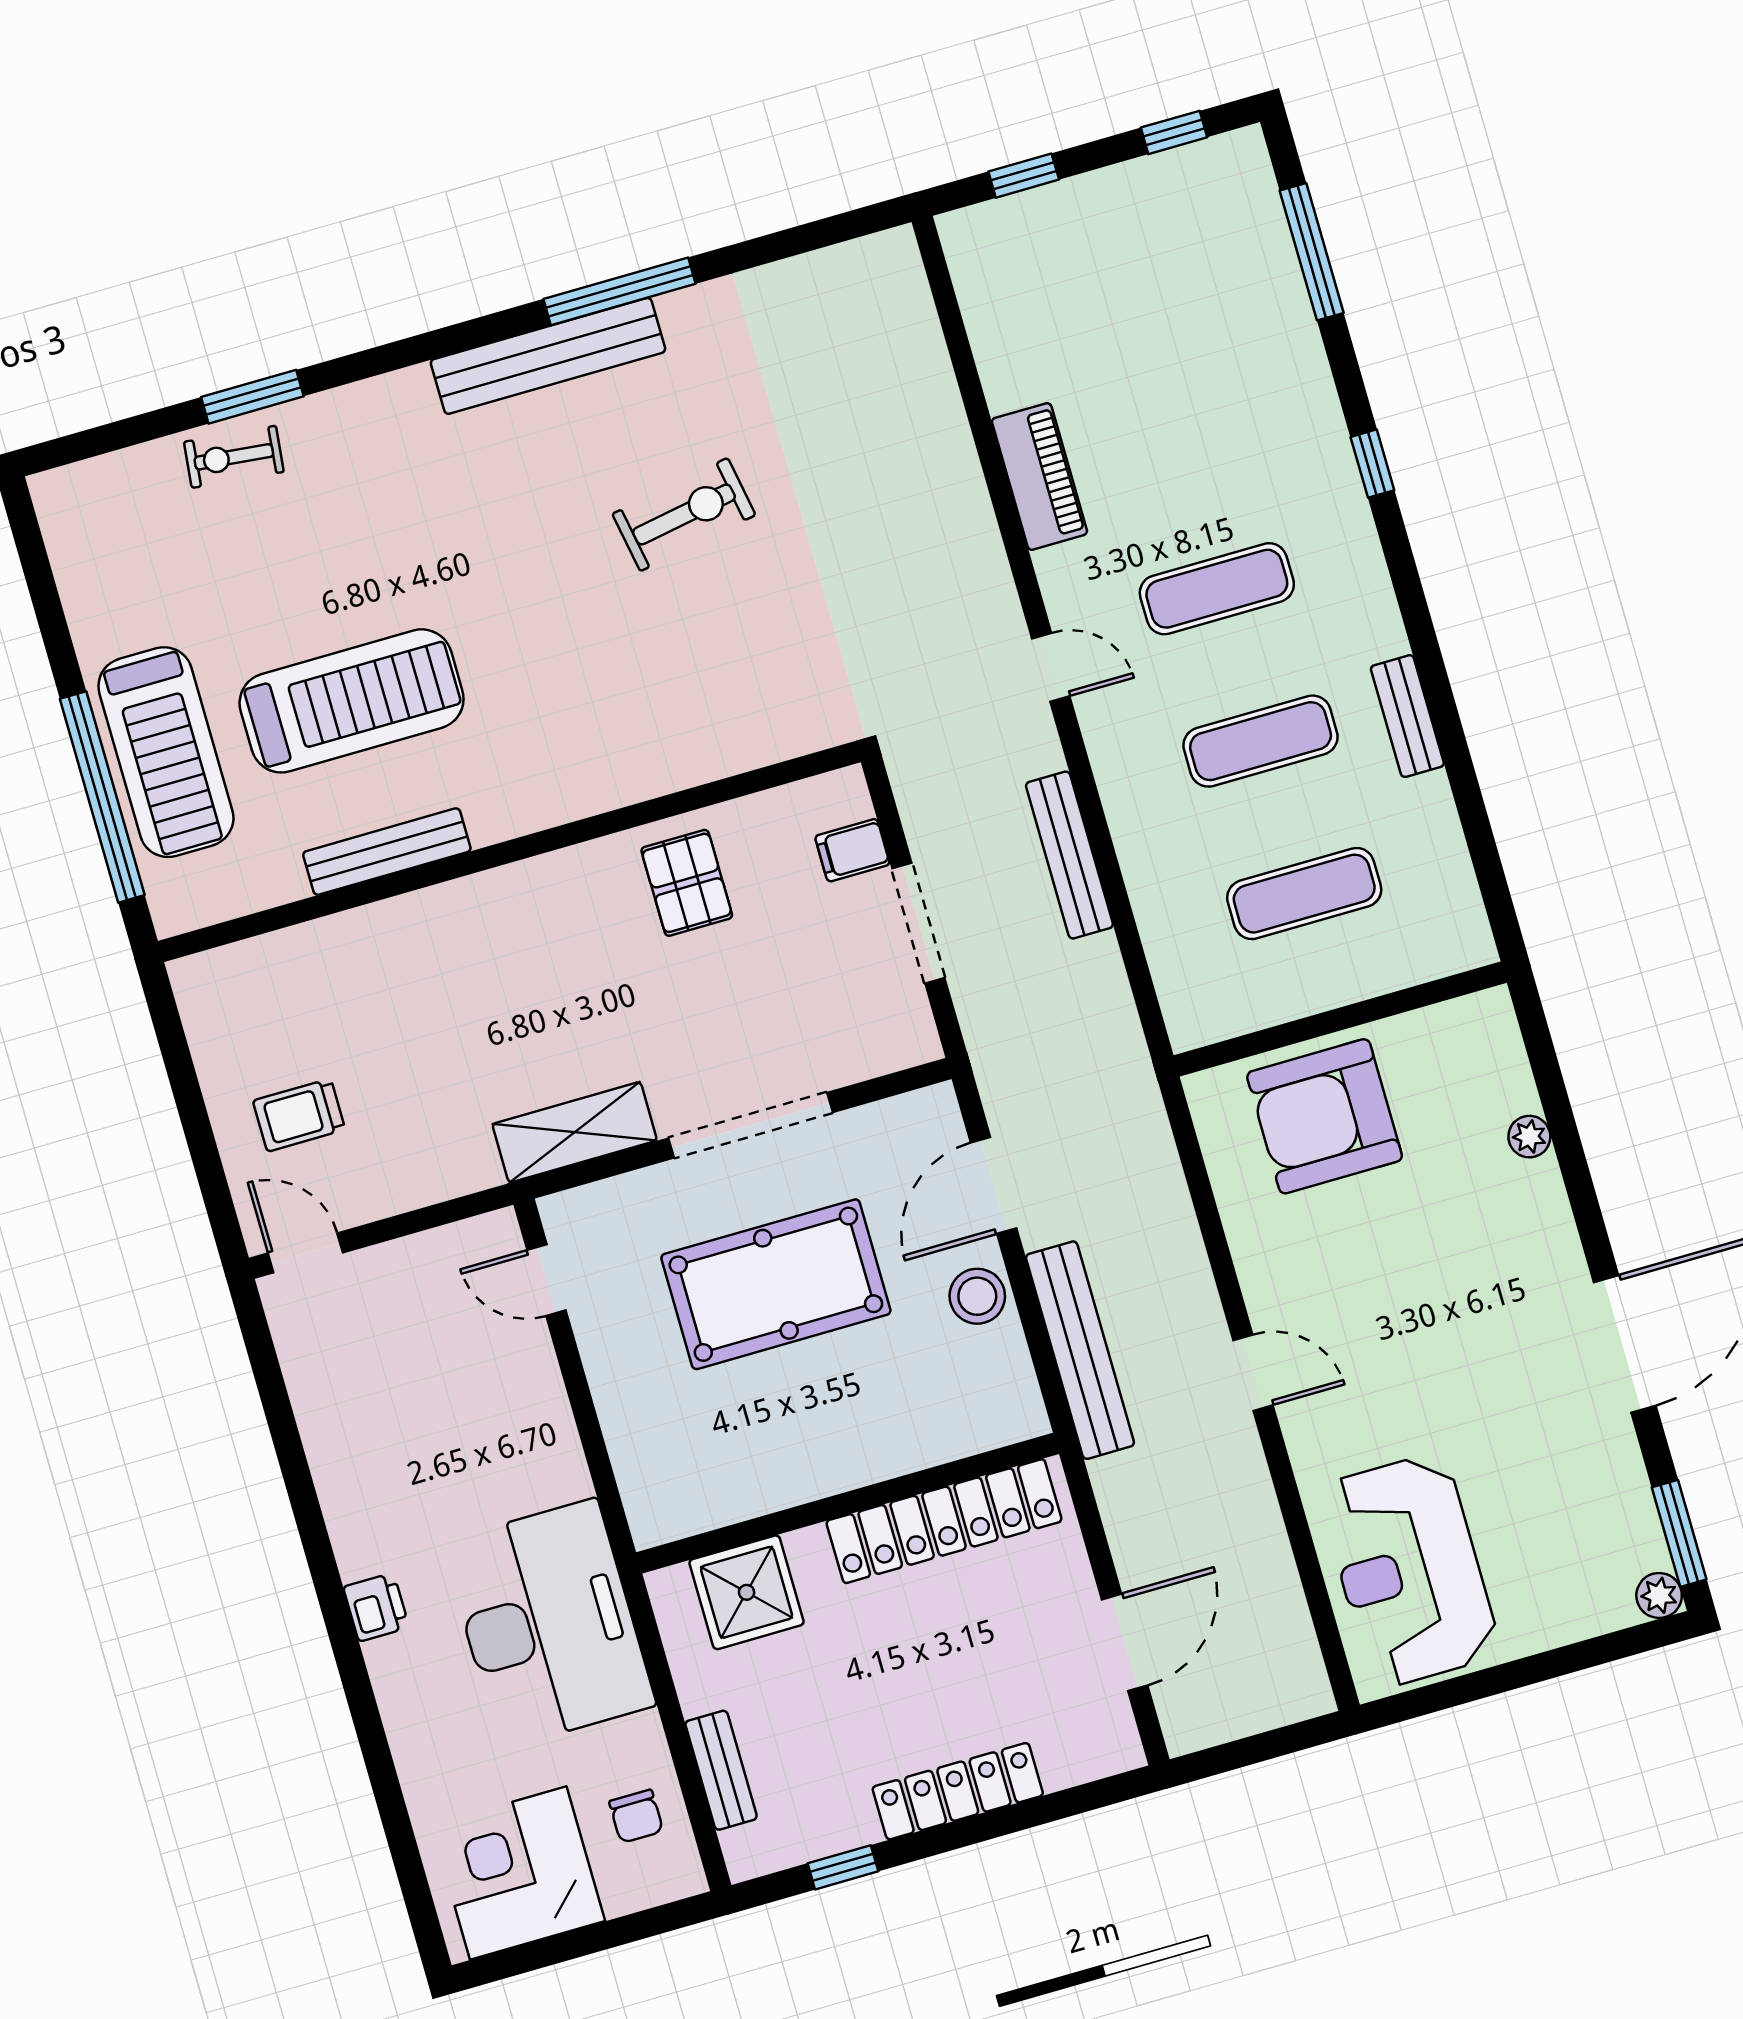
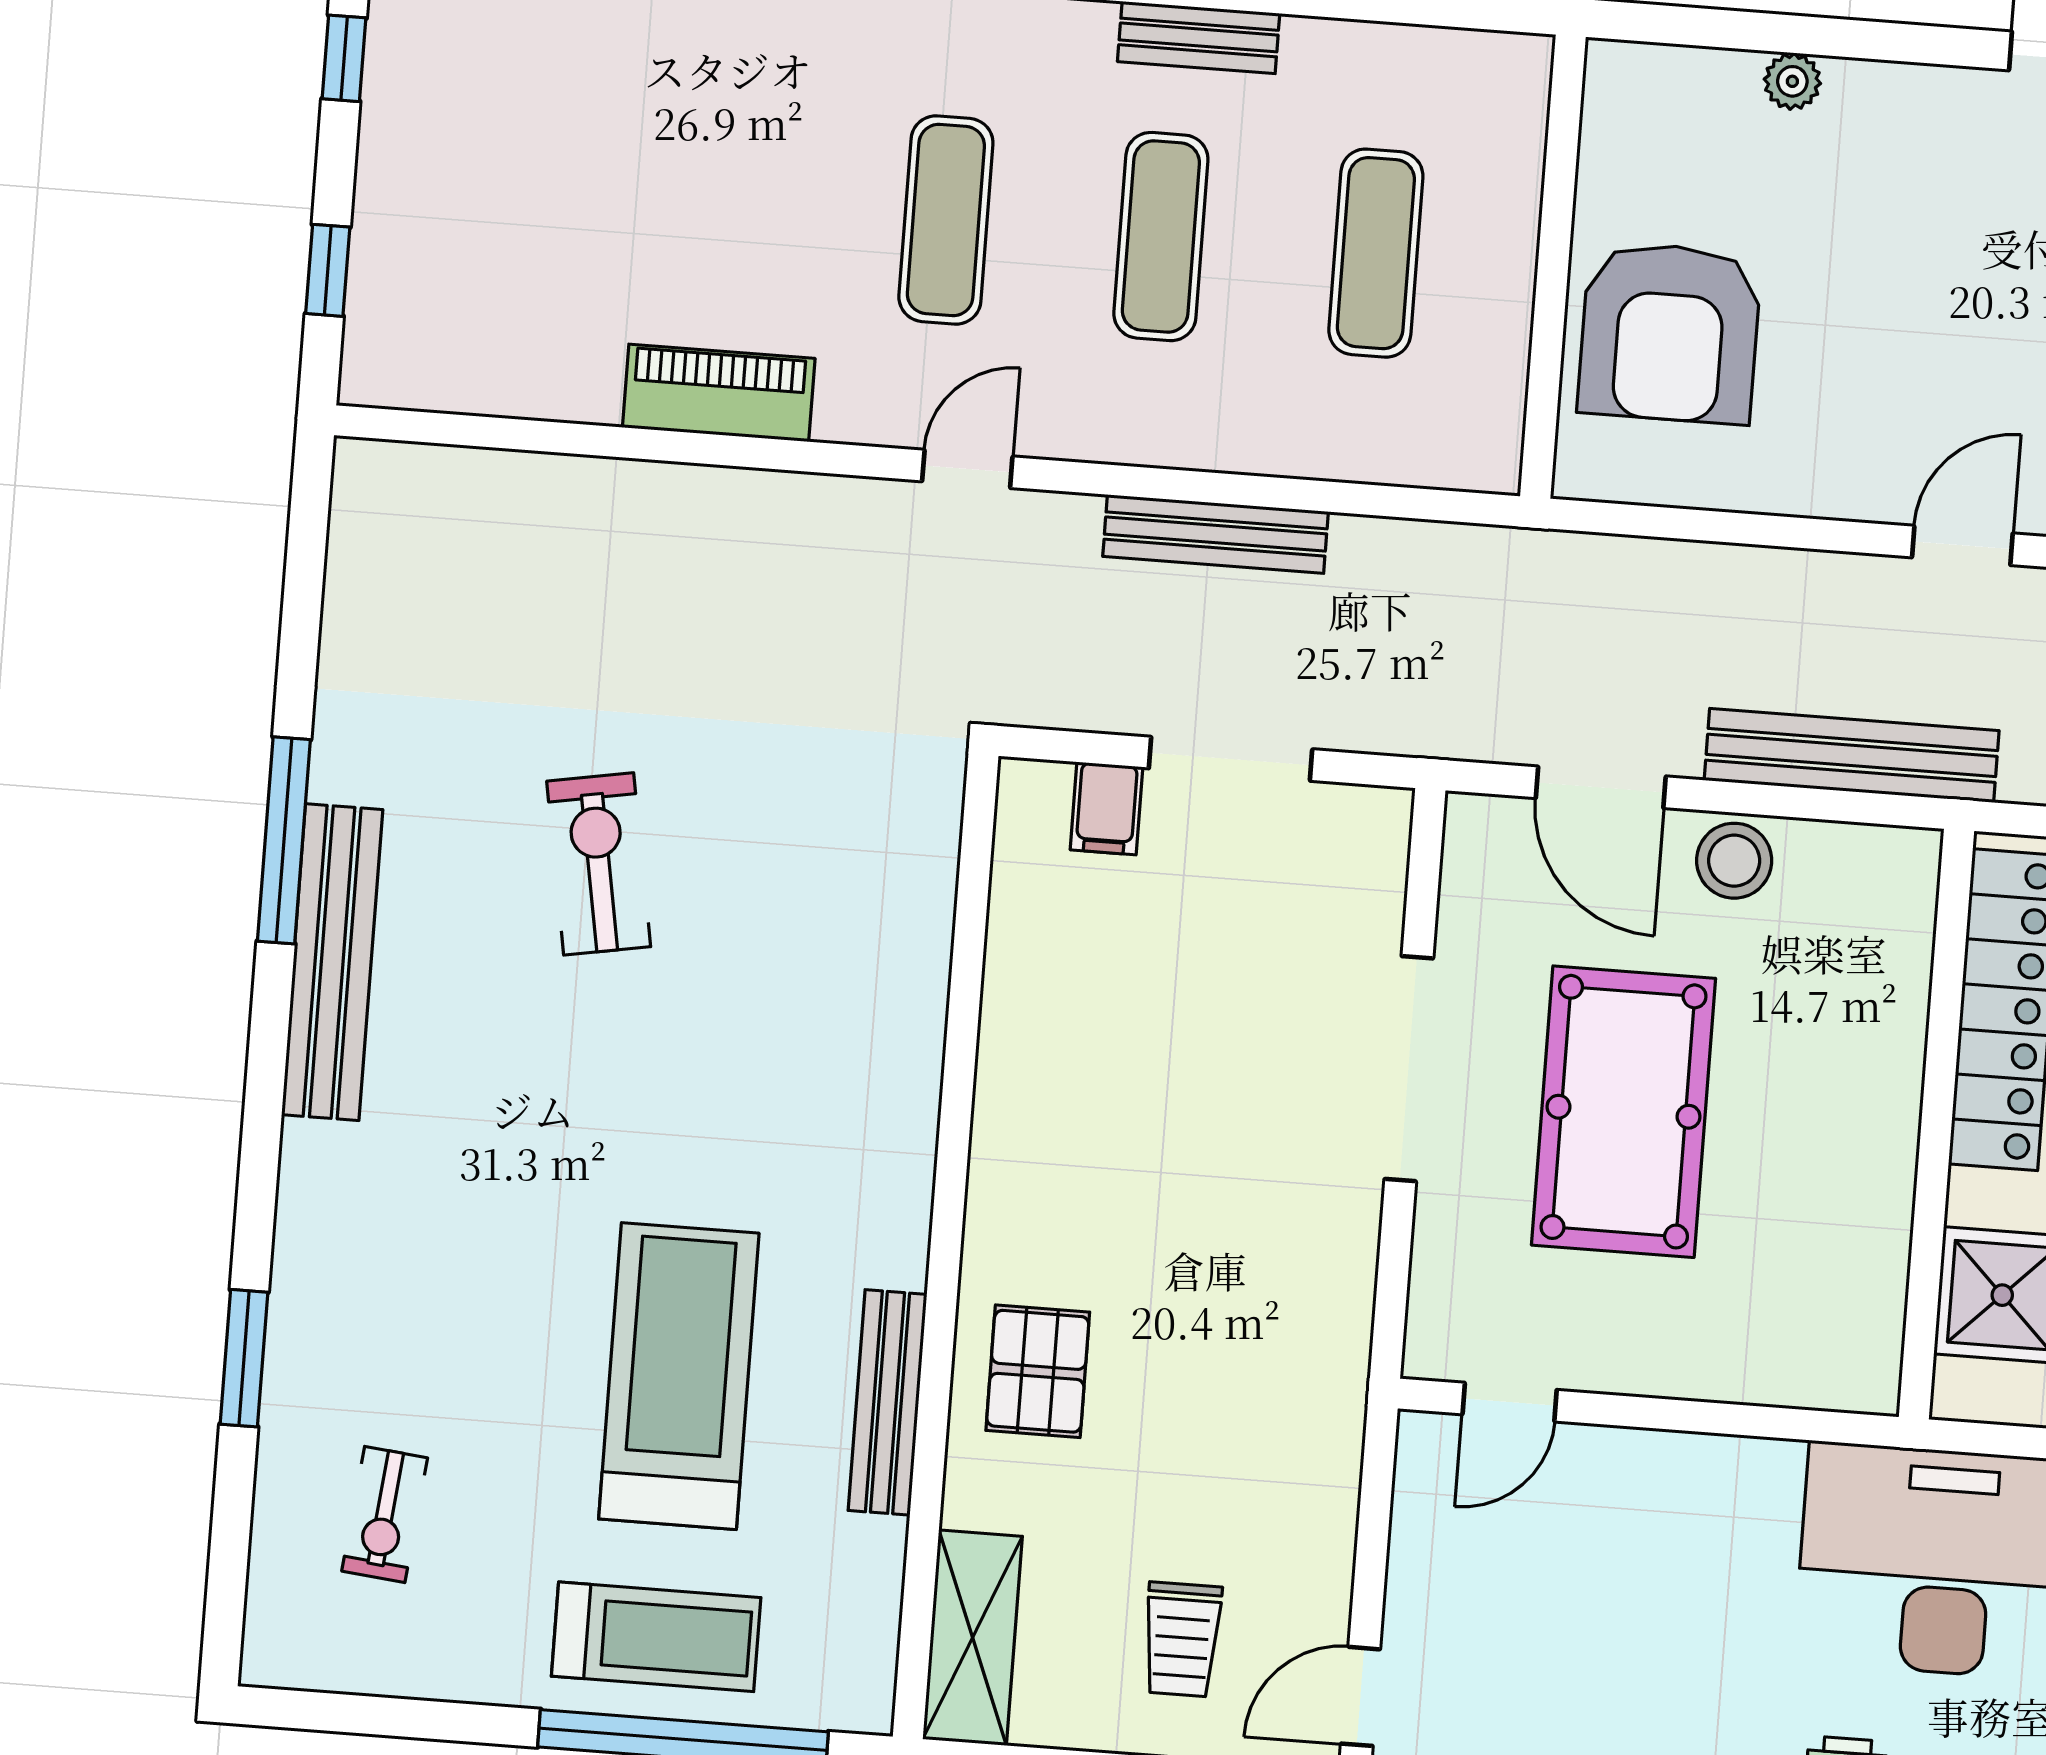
exercise bike: (234, 457) -> (385, 1514), moved
treadmill: (166, 752) -> (656, 1637), width x0.73, depth x0.73
pallet: (687, 883) -> (1038, 1371), moved, turned 90
shelving: (575, 1132) -> (973, 1638), moved

